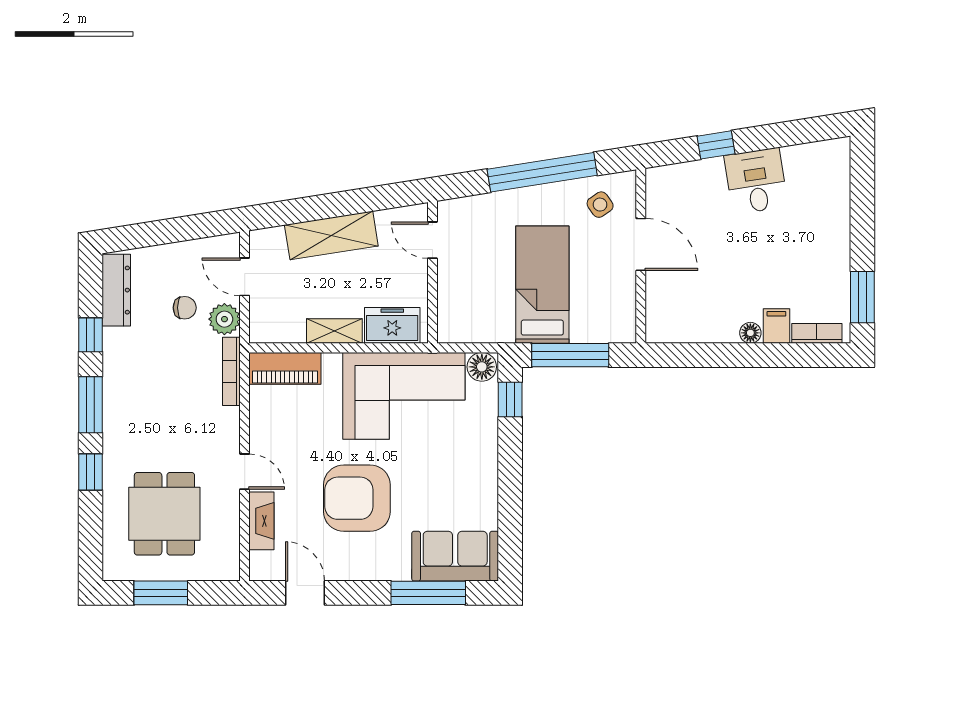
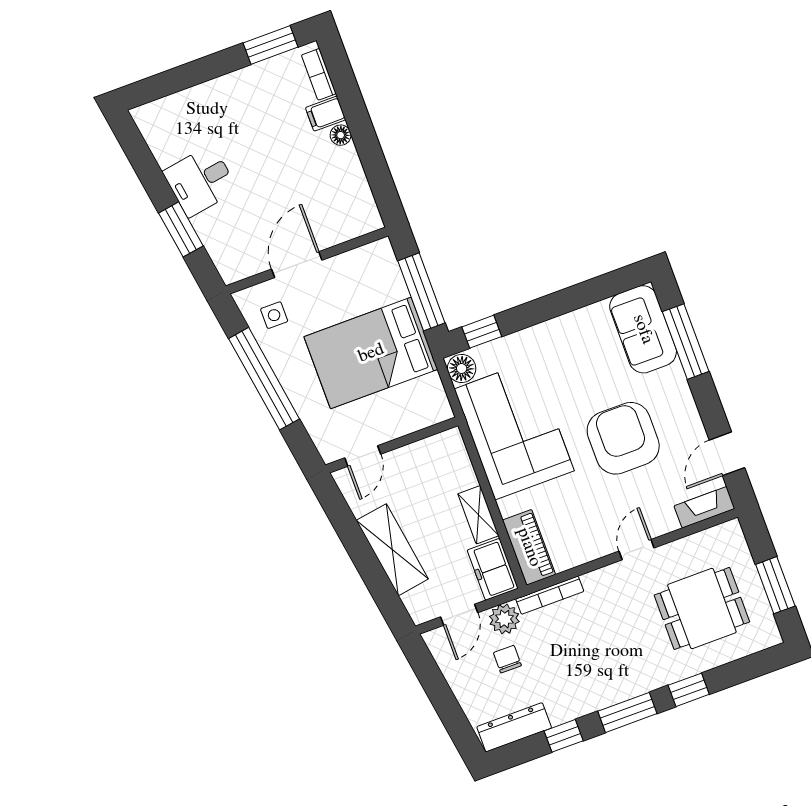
window: (716, 145) -> (181, 229), width x1.50
side table: (600, 205) -> (274, 315), turned 35
bed: (542, 285) -> (371, 353), width x1.50
freezer: (392, 325) -> (493, 569), moved
armchair: (357, 498) -> (623, 438), turned 180
fireplace: (261, 521) -> (704, 507), moved

